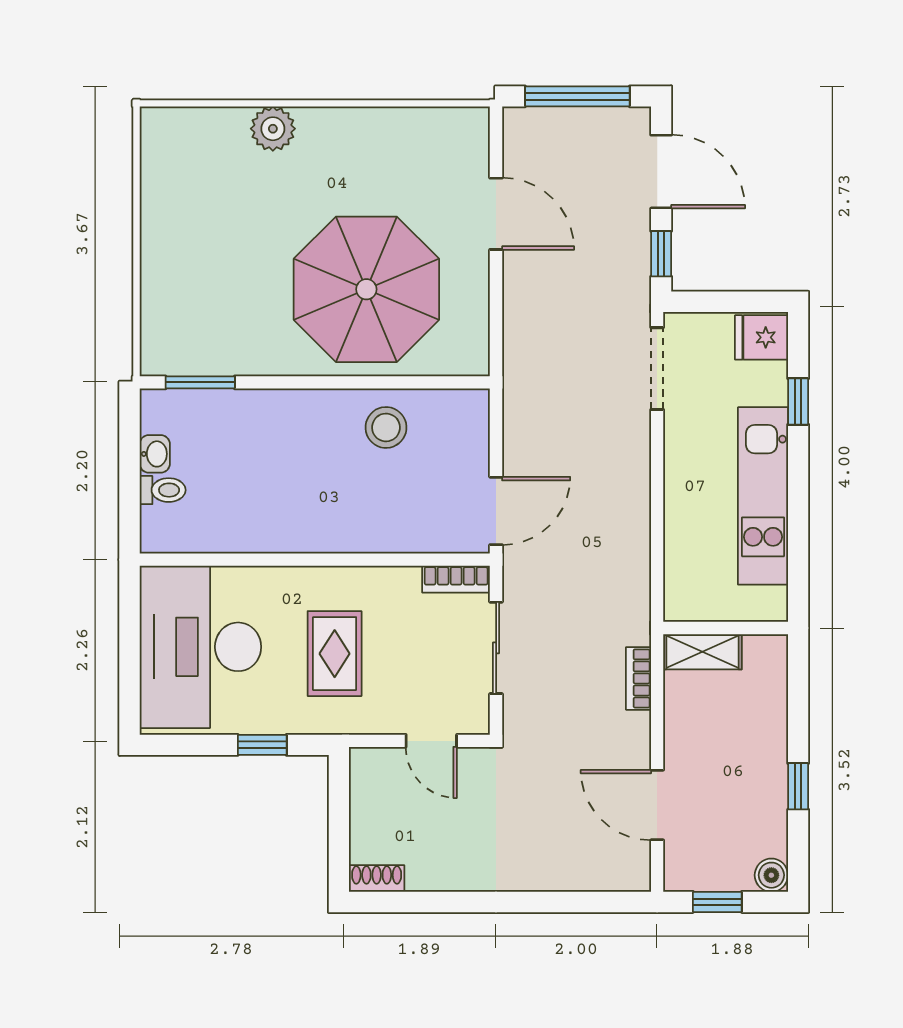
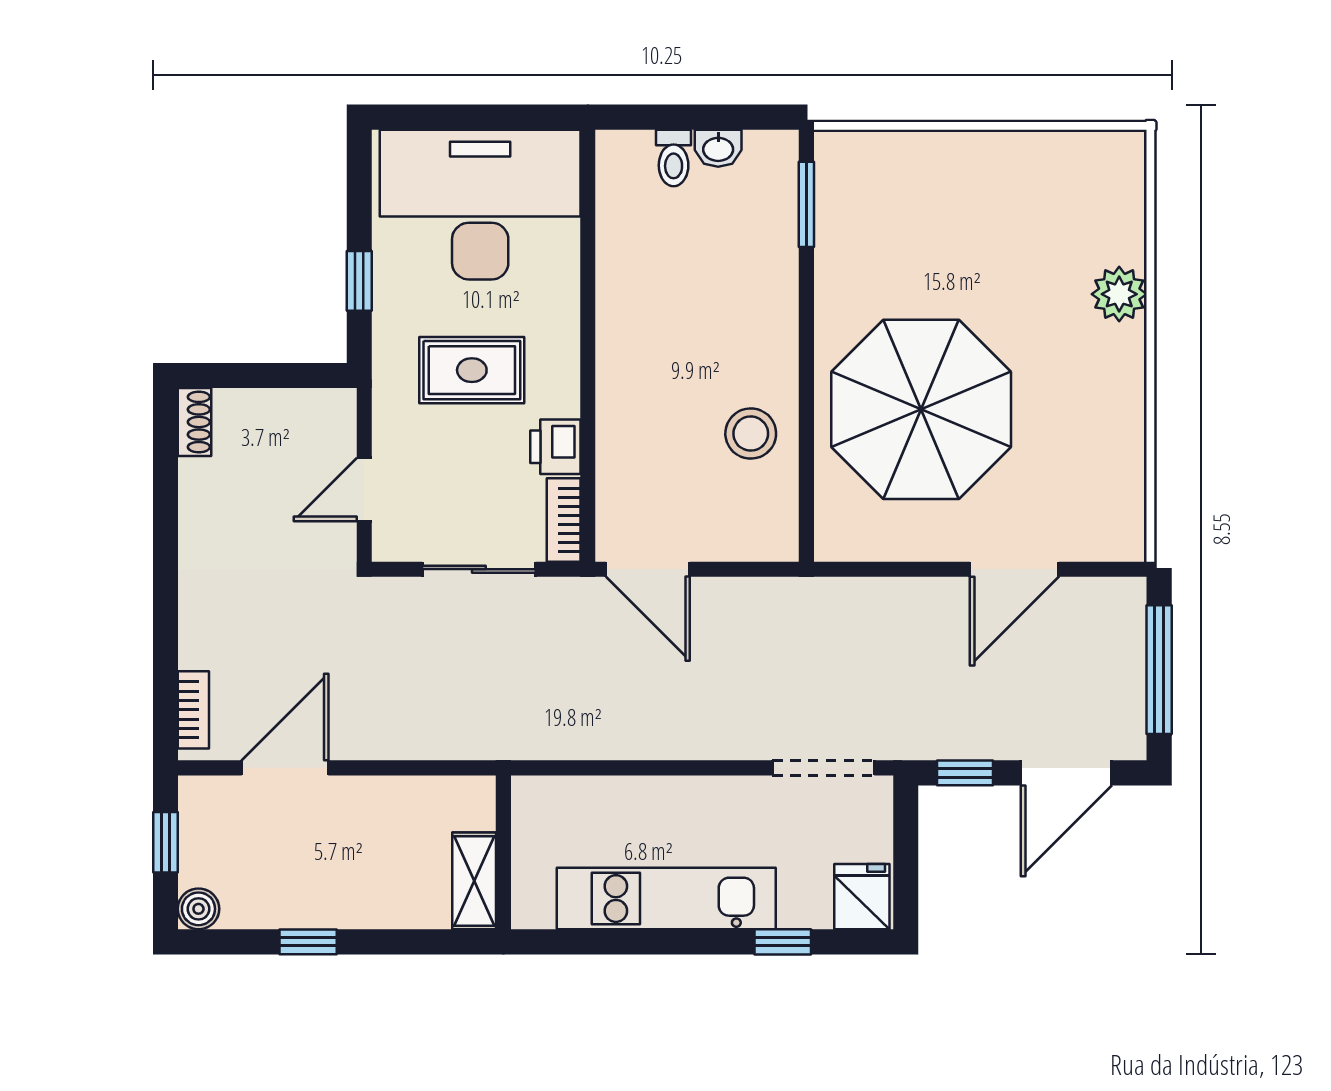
printer: (397, 586) -> (555, 447), added
shelving: (702, 652) -> (474, 881), moved
bookcase: (639, 678) -> (193, 710), moved, turned 90

